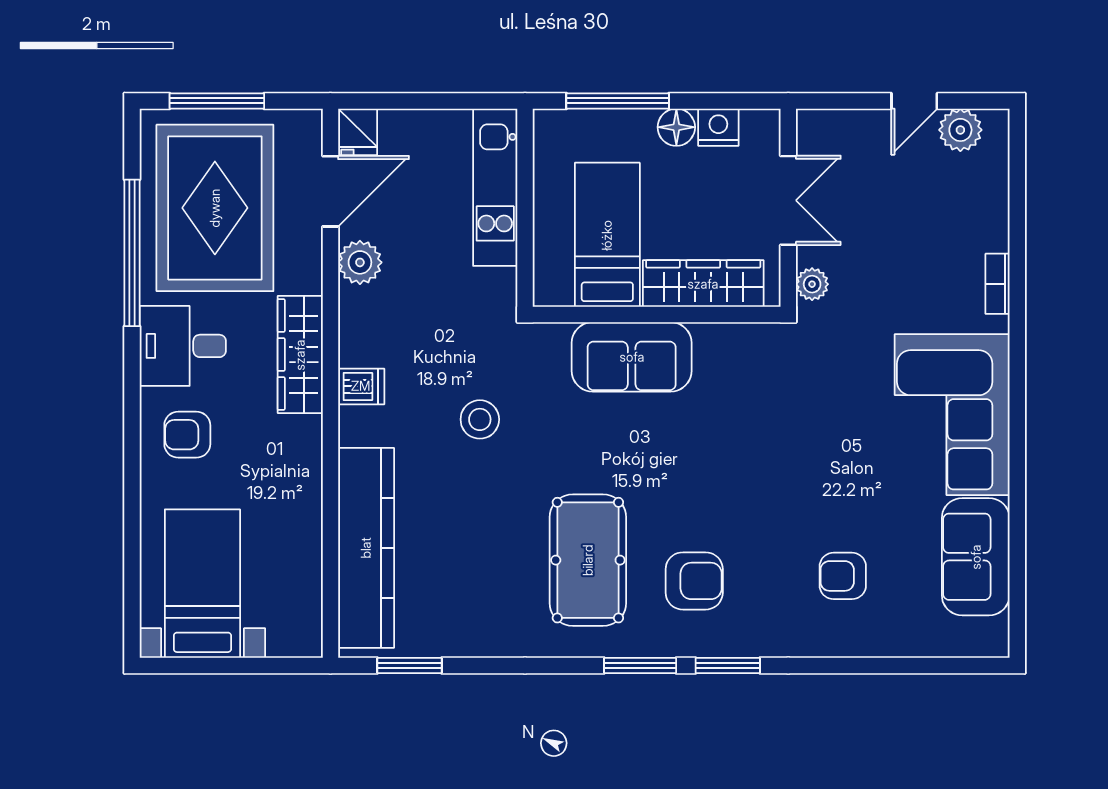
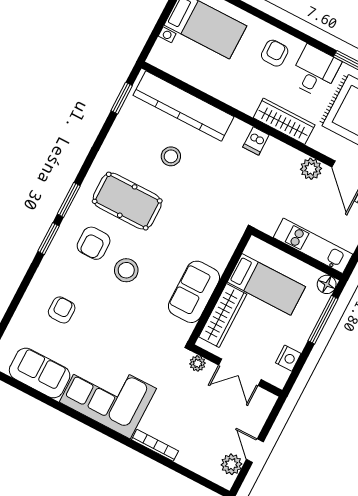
floor lamp: (676, 127) -> (327, 284), moved
bookcase: (997, 284) -> (155, 445), width x1.56
sofa: (632, 357) -> (194, 292), moved
stool: (480, 419) -> (171, 156), moved
stool: (712, 498) -> (126, 270), added

